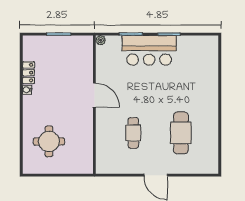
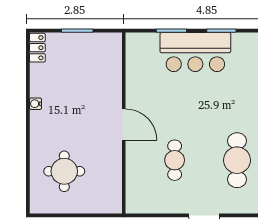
plant: (101, 40) -> (132, 39), removed
locker: (28, 73) -> (37, 48), moved
door: (94, 95) -> (124, 125), moved

